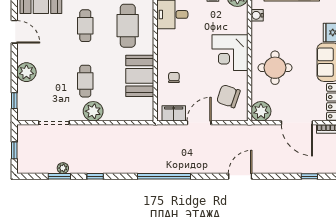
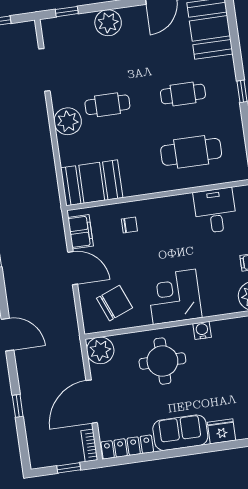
water cooler: (257, 15) -> (202, 330), moved
booth: (140, 76) -> (92, 183), moved
chair: (228, 96) -> (114, 303), turned 49
window: (309, 176) -> (18, 406), moved

